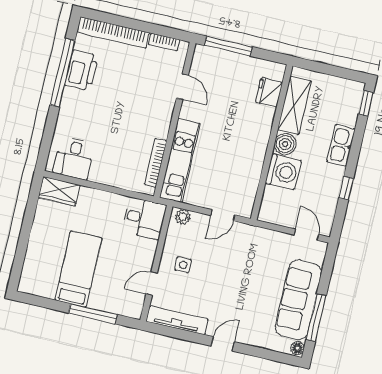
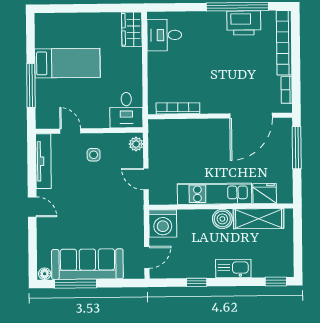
door: (182, 87) -> (251, 116), width x1.88
kitchen unit: (180, 161) -> (215, 194), moved, turned 180
washing machine: (283, 172) -> (163, 223), moved

